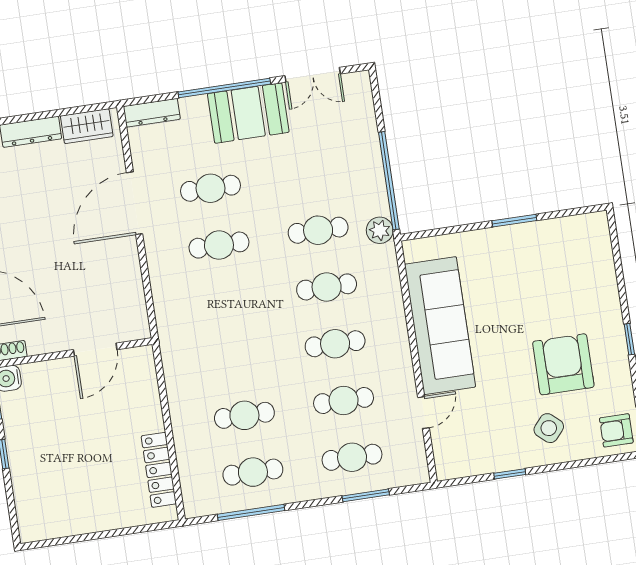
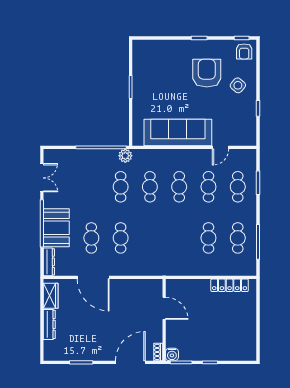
booth: (248, 113) -> (56, 228), moved
armchair: (563, 364) -> (207, 73), turned 90
door: (423, 413) -> (221, 147), swing flipped

